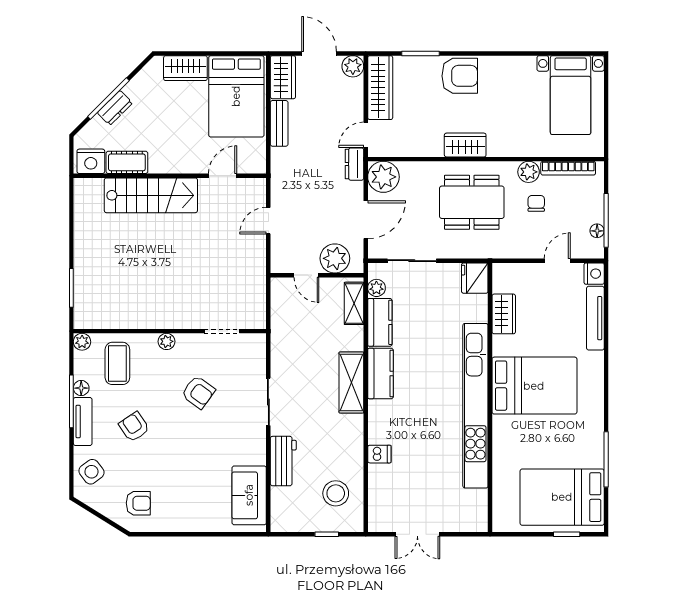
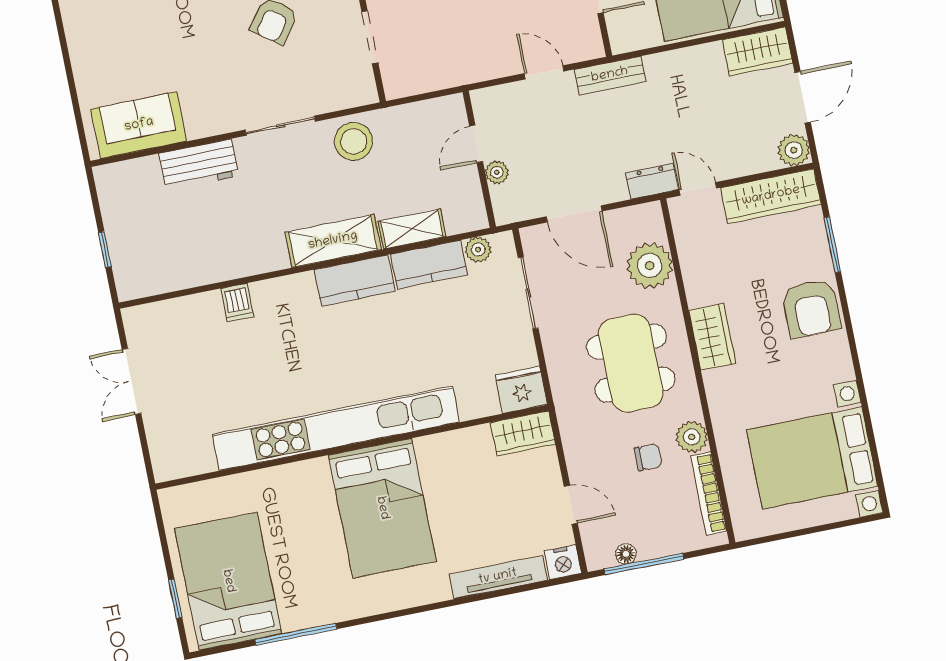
bed with nightstands: (571, 95) -> (812, 458), width x1.36
bench: (279, 123) -> (610, 75), moved
plant: (383, 177) -> (650, 265), moved
plant: (335, 258) -> (497, 172), width x0.53, depth x0.53
shelving: (354, 303) -> (412, 229), moved
wardrobe: (504, 314) -> (523, 433), moved
stool: (336, 493) -> (354, 141), moved

